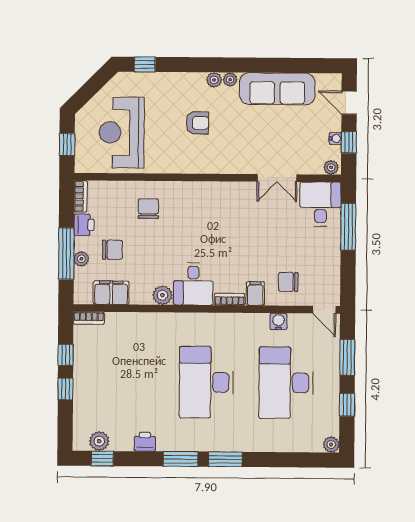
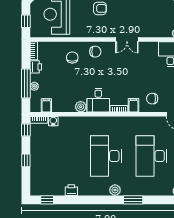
double door: (277, 178) -> (127, 39), moved
chair: (112, 250) -> (95, 52), moved
filing cabinet: (111, 293) -> (46, 105), width x0.50
water cooler: (278, 321) -> (53, 121), moved
window: (66, 355) -> (26, 130), moved
plant: (99, 441) -> (115, 190), moved
window: (181, 459) -> (92, 200), removed
window: (225, 459) -> (133, 200), moved

